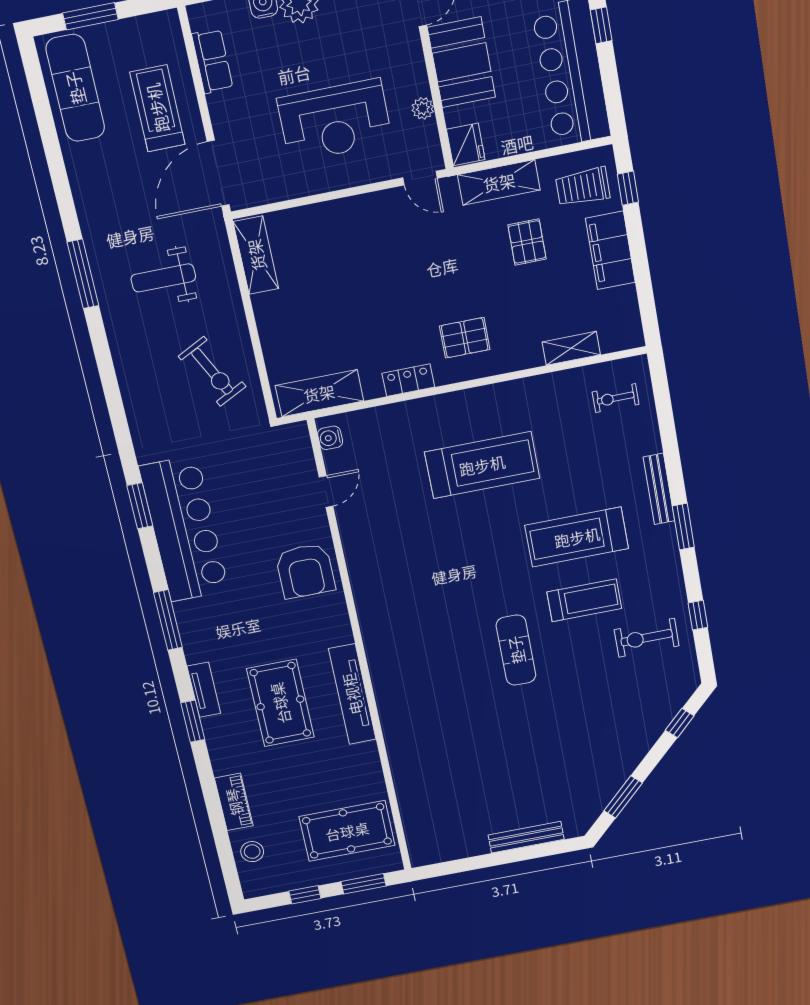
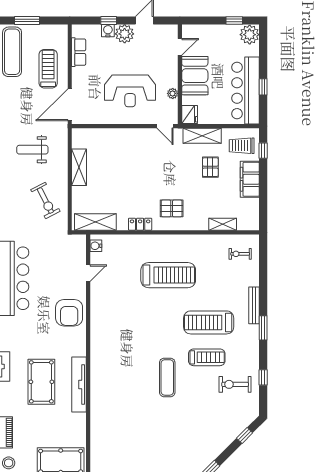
window: (601, 25) -> (263, 87), moved
shelving: (256, 255) -> (79, 167), moved

